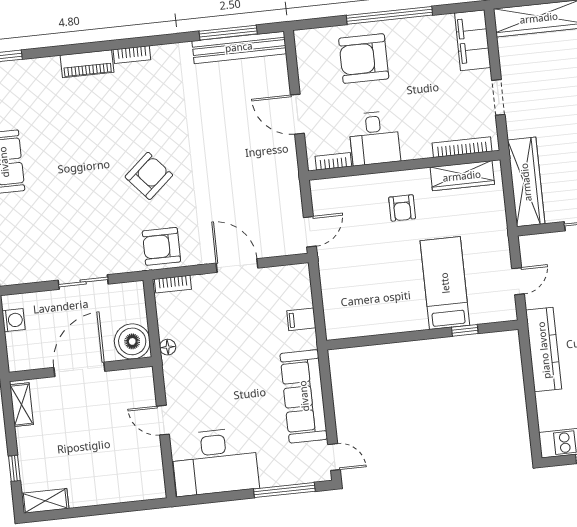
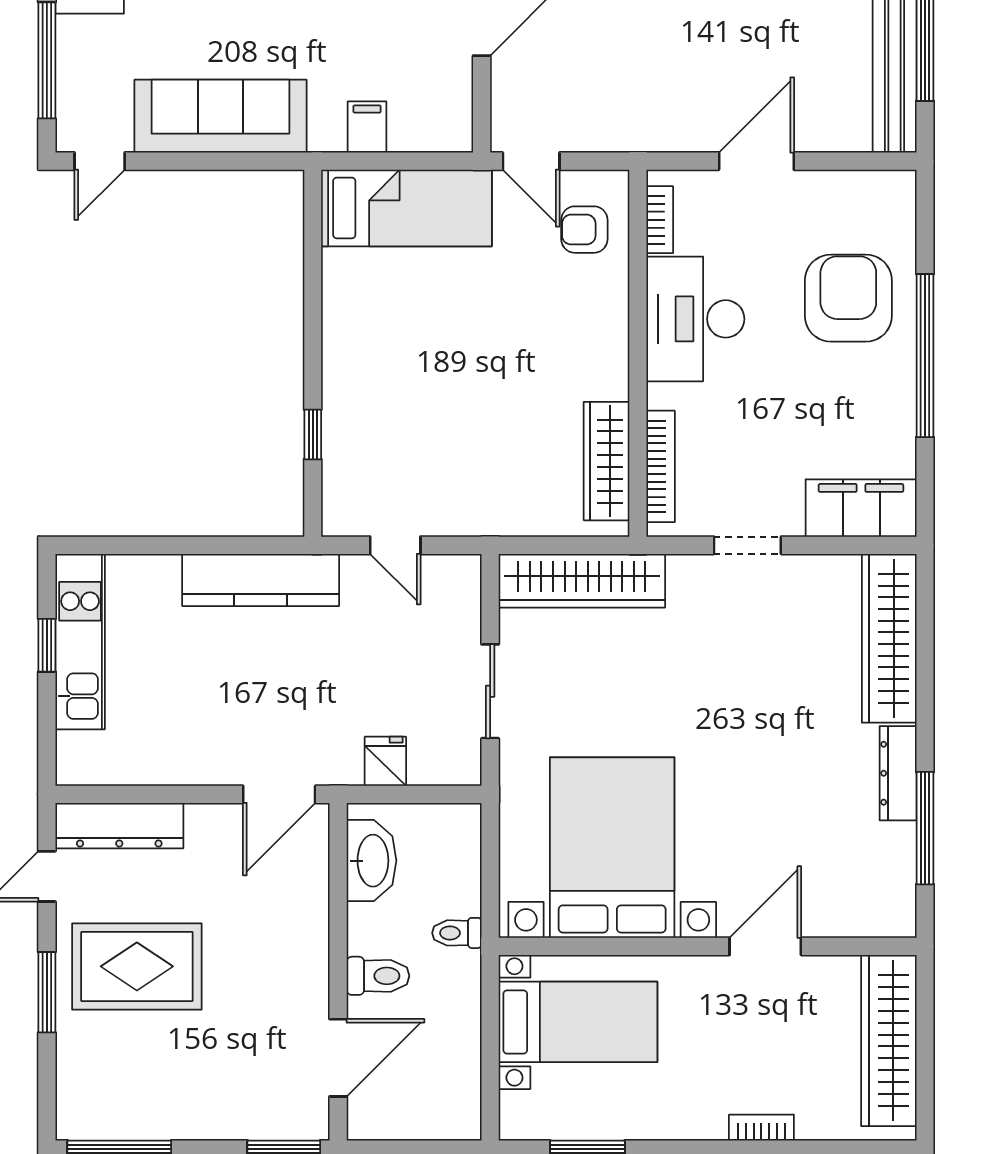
desk: (374, 138) -> (695, 319), width x1.37
armchair: (402, 208) -> (584, 230), moved
bed: (445, 283) -> (407, 208), moved

